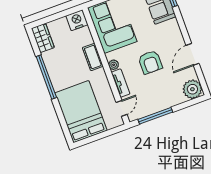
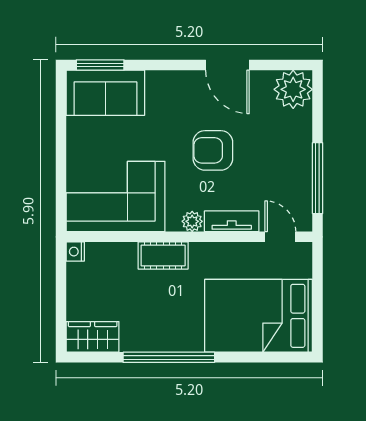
nightstand: (77, 20) -> (75, 252), width x0.53, depth x0.56
armchair: (150, 62) -> (213, 150), turned 180

